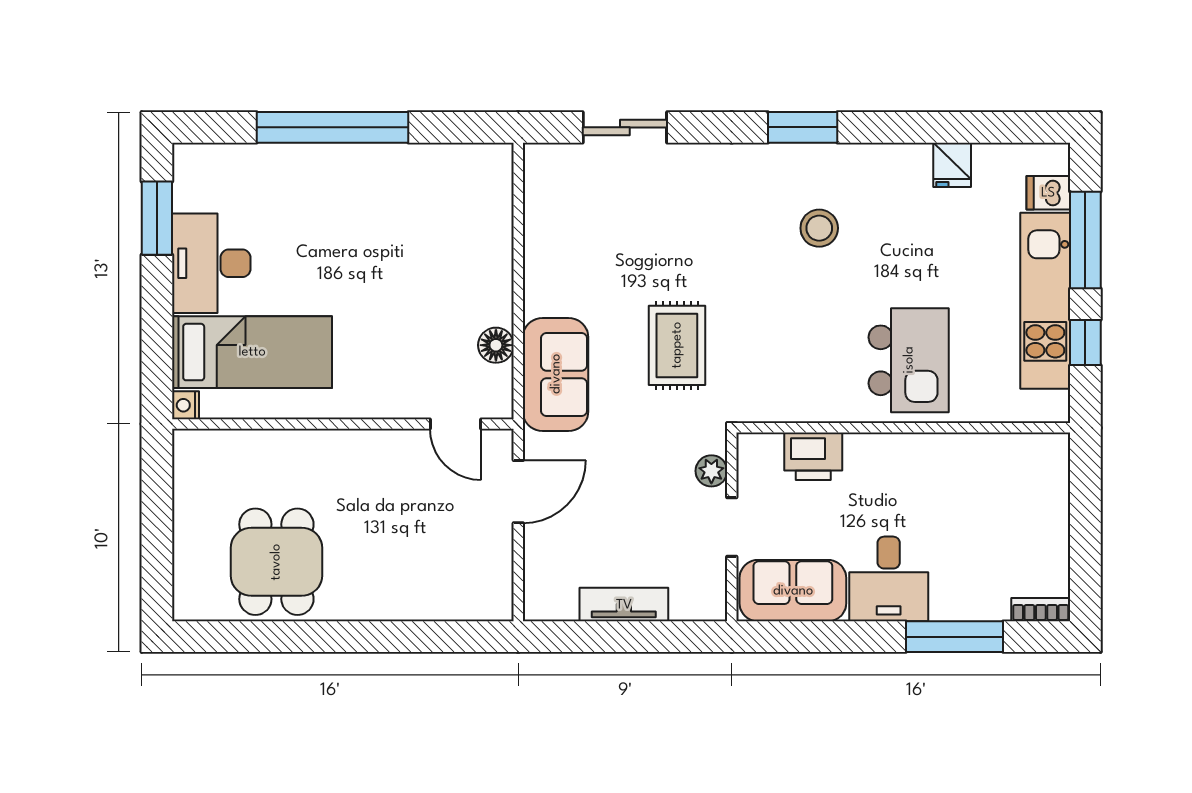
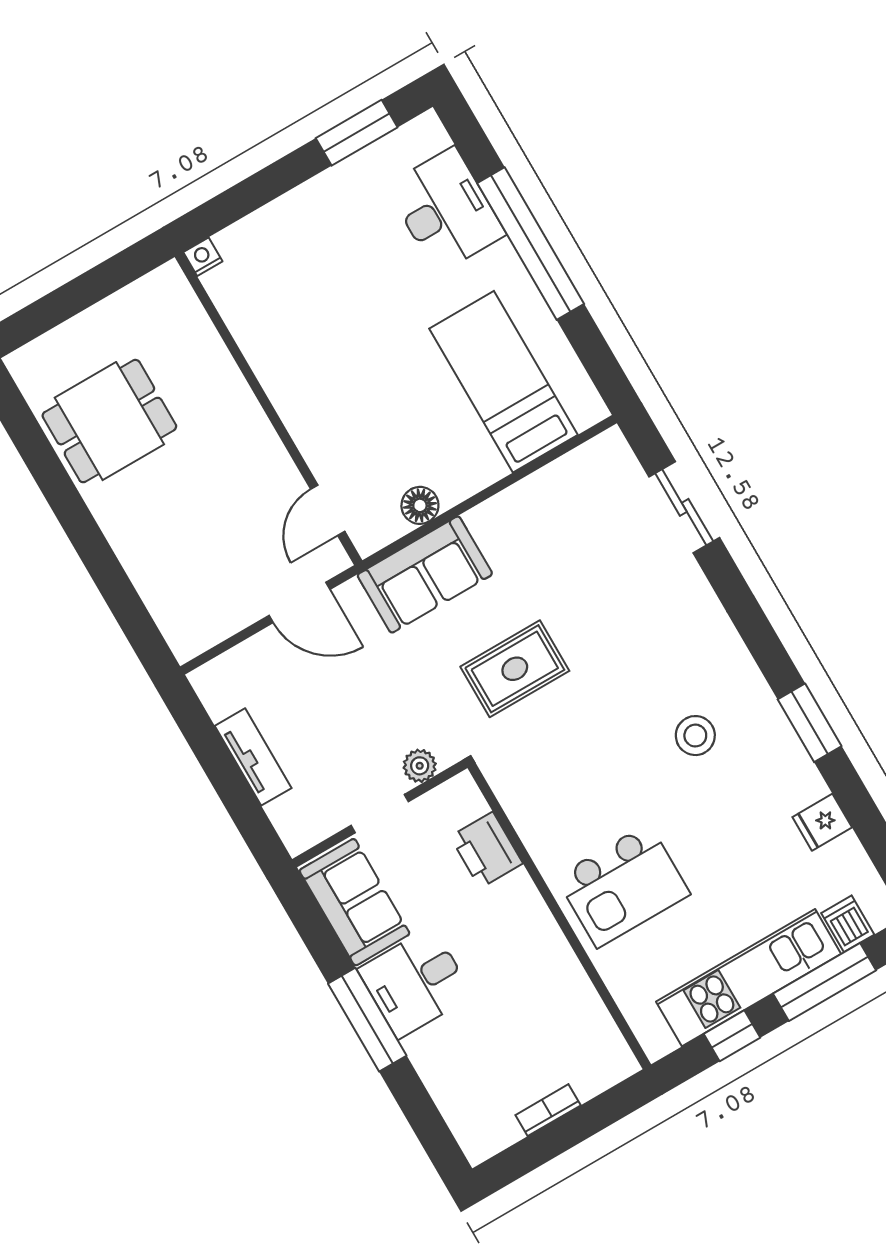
window: (803, 127) -> (810, 723), moved
desk: (211, 263) -> (446, 210), moved, turned 90
bed: (252, 352) -> (503, 382), moved, turned 180
bookcase: (1041, 610) -> (548, 1110), moved, turned -90
window: (954, 637) -> (367, 1020), moved

